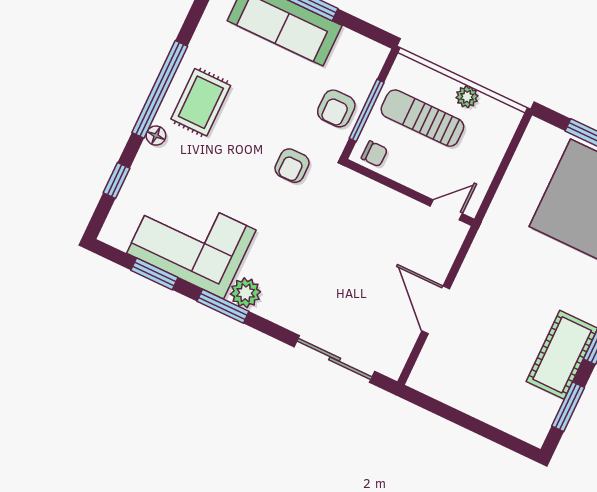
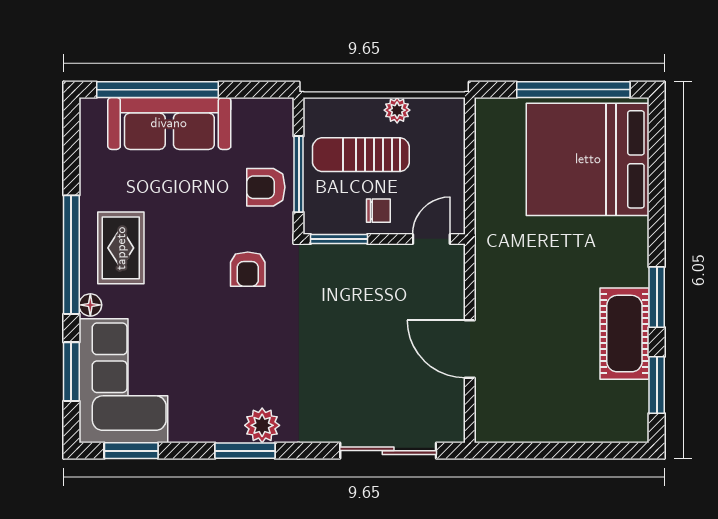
armchair: (336, 108) -> (266, 187), turned 90
chair: (374, 154) -> (378, 211), moved
window: (374, 176) -> (339, 239), added
window: (117, 181) -> (71, 372), width x1.50
corner sofa: (191, 242) -> (123, 381), moved, turned 90
window: (154, 274) -> (131, 451), moved

